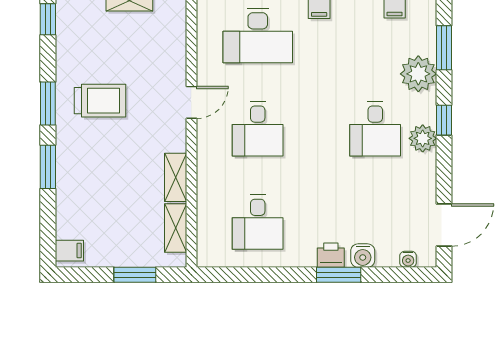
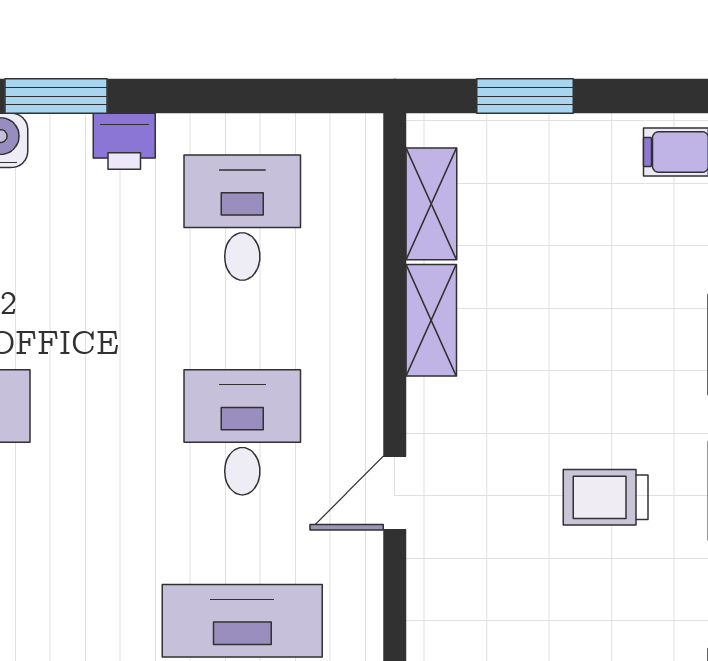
trolley: (100, 101) -> (606, 497), width x0.73, depth x0.72
printer: (331, 255) -> (124, 141), moved

